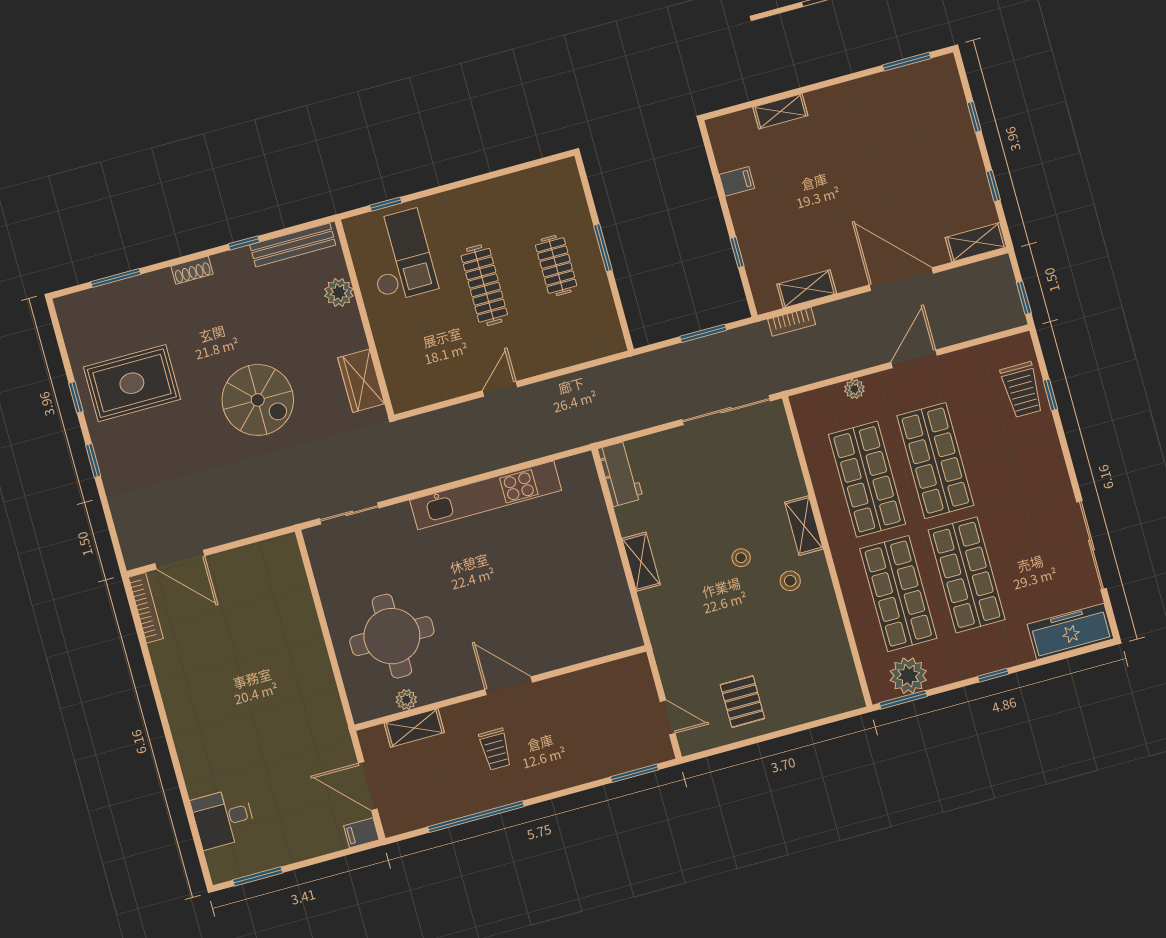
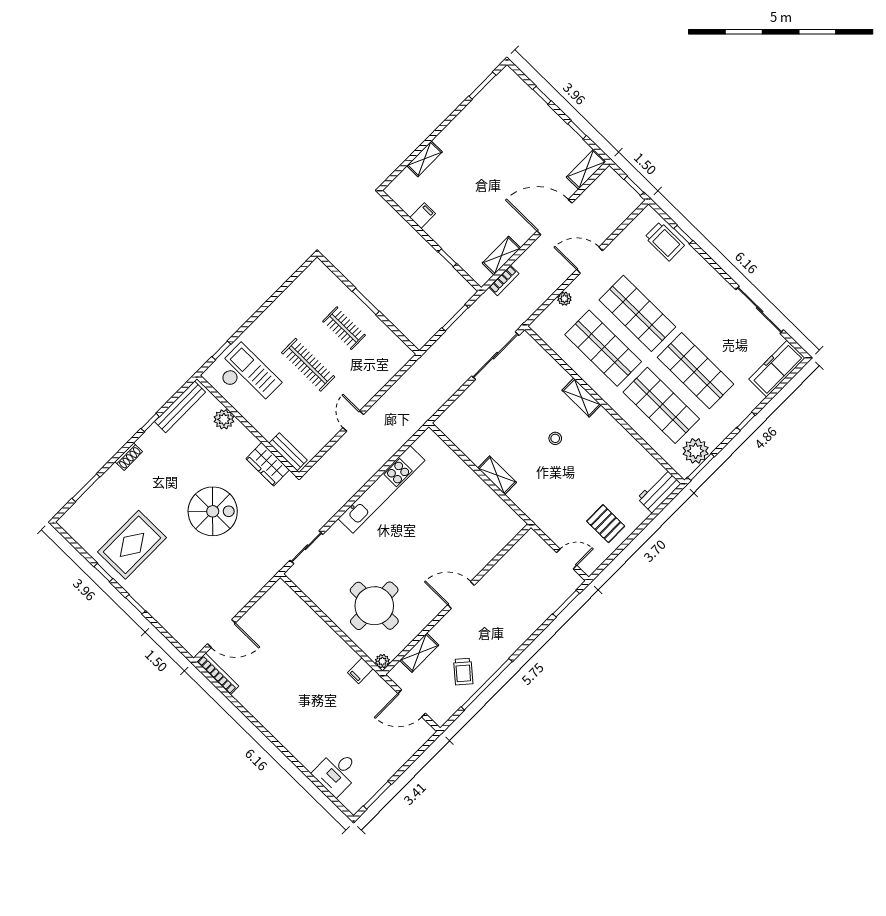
door: (914, 359) -> (590, 260), hinge flipped
bench: (396, 380) -> (288, 452), added
workbench: (620, 474) -> (659, 491), moved, turned -90
stool: (790, 581) -> (592, 435), removed
plant: (406, 700) -> (382, 661), moved
trolley: (495, 749) -> (463, 672), moved, turned 41
filing cabinet: (361, 833) -> (360, 671), moved

